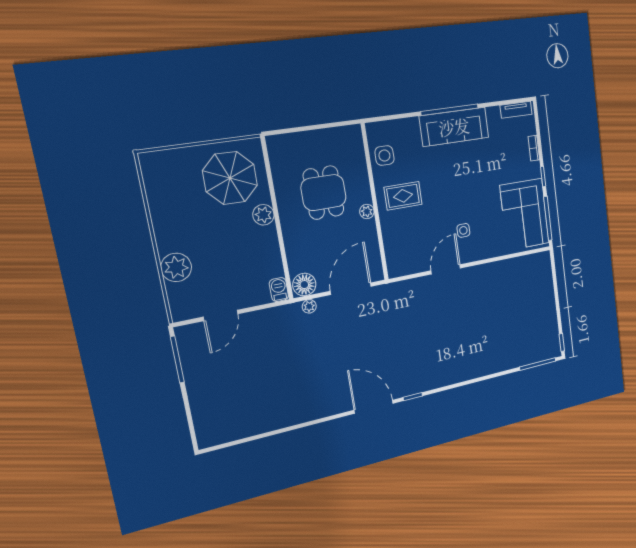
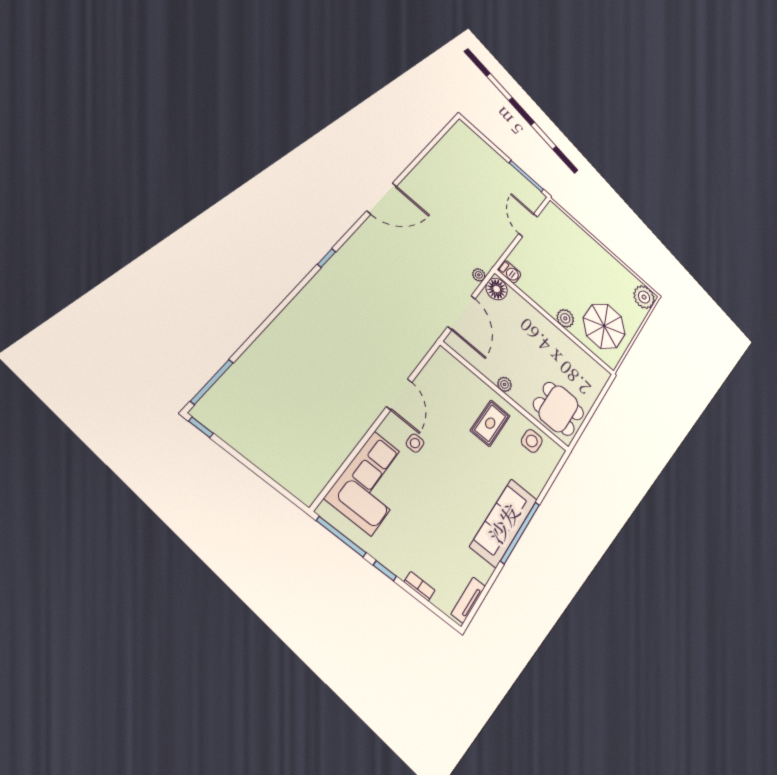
dining table: (324, 193) -> (559, 409), moved
corner sofa: (525, 214) -> (373, 483), moved, turned 90
plant: (176, 267) -> (644, 297), moved
door: (374, 407) -> (382, 198), moved

